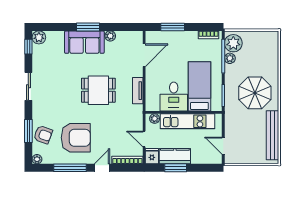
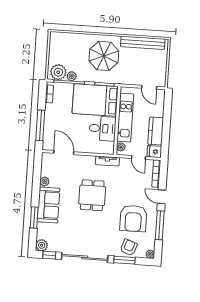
window: (88, 27) -> (34, 217), moved
window: (173, 27) -> (40, 125), width x1.44
sliding door: (28, 86) -> (85, 257), width x1.86
bed: (199, 86) -> (95, 100), width x1.50
tv unit: (138, 91) -> (107, 161), moved
armchair: (76, 138) -> (133, 218), turned 180
door: (144, 139) -> (138, 157), hinge flipped
door: (223, 146) -> (149, 87), hinge flipped
window: (176, 168) -> (166, 131), removed

